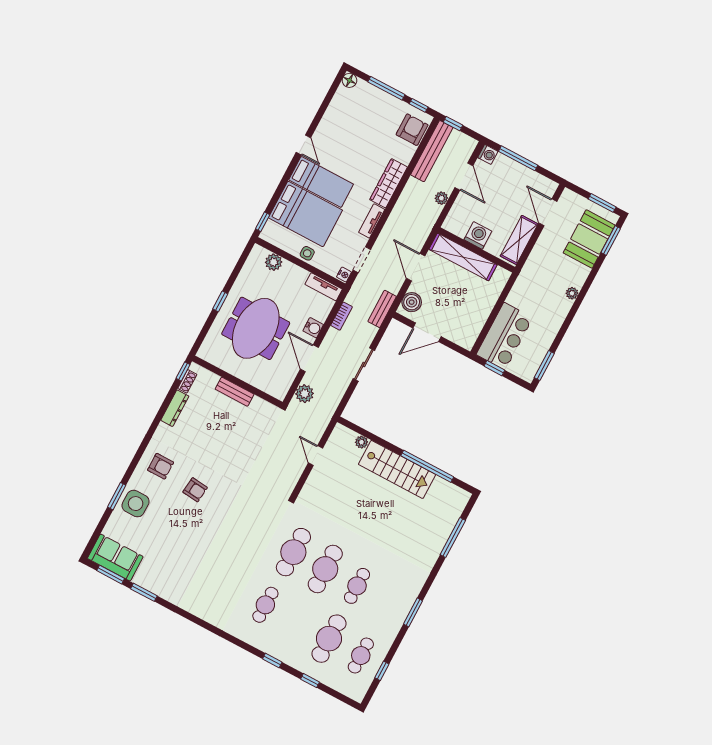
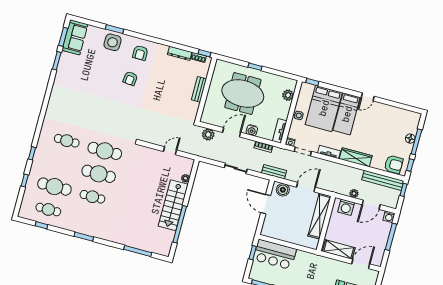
floor lamp: (349, 80) -> (410, 139), moved
washing machine: (478, 235) -> (346, 207), moved, turned 90

